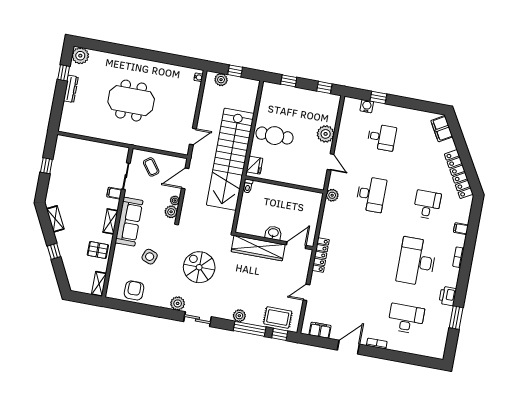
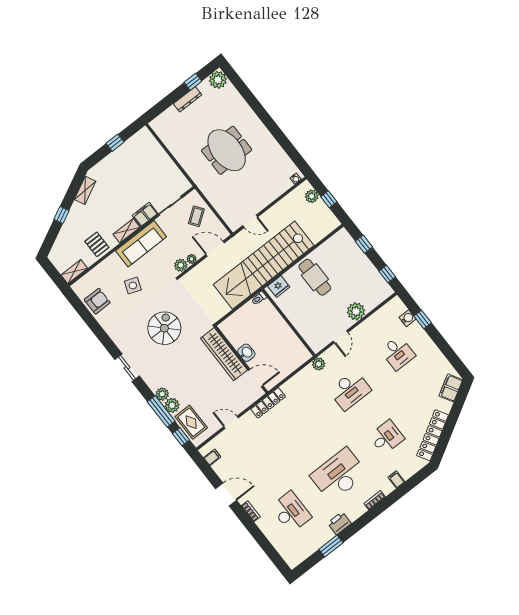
filing cabinet: (114, 193) -> (145, 214), width x2.00
plant: (178, 303) -> (172, 405), moved
filing cabinet: (320, 330) -> (212, 457), width x0.50

